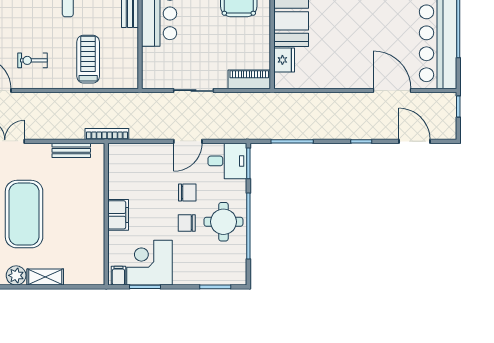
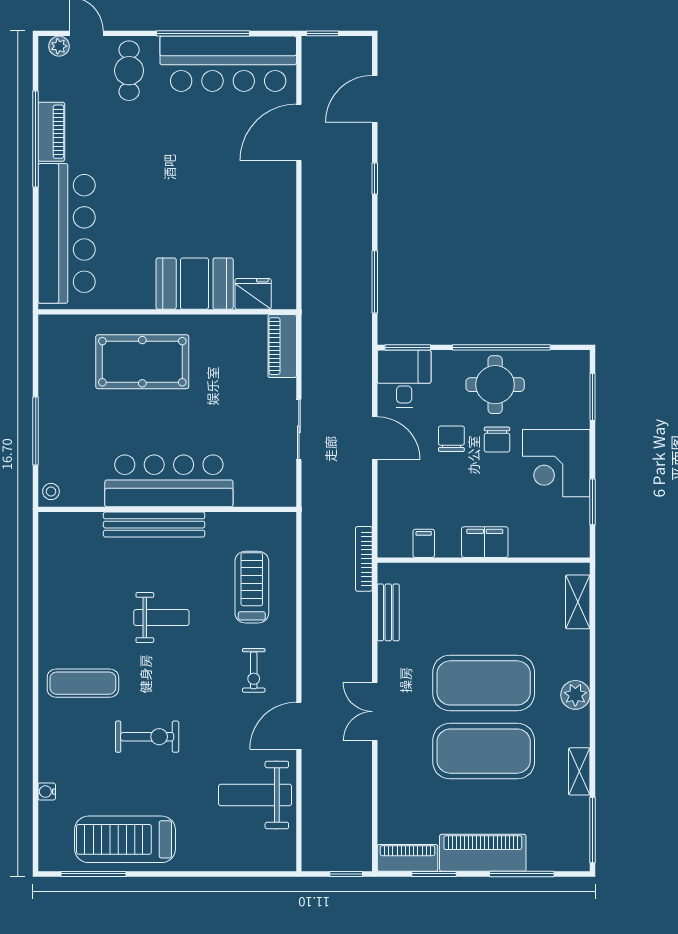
treadmill: (88, 59) -> (252, 587), turned 90
corner desk: (149, 263) -> (556, 463), moved
filing cabinet: (118, 276) -> (424, 543), moved, turned 90
shelving: (45, 277) -> (578, 602), moved

